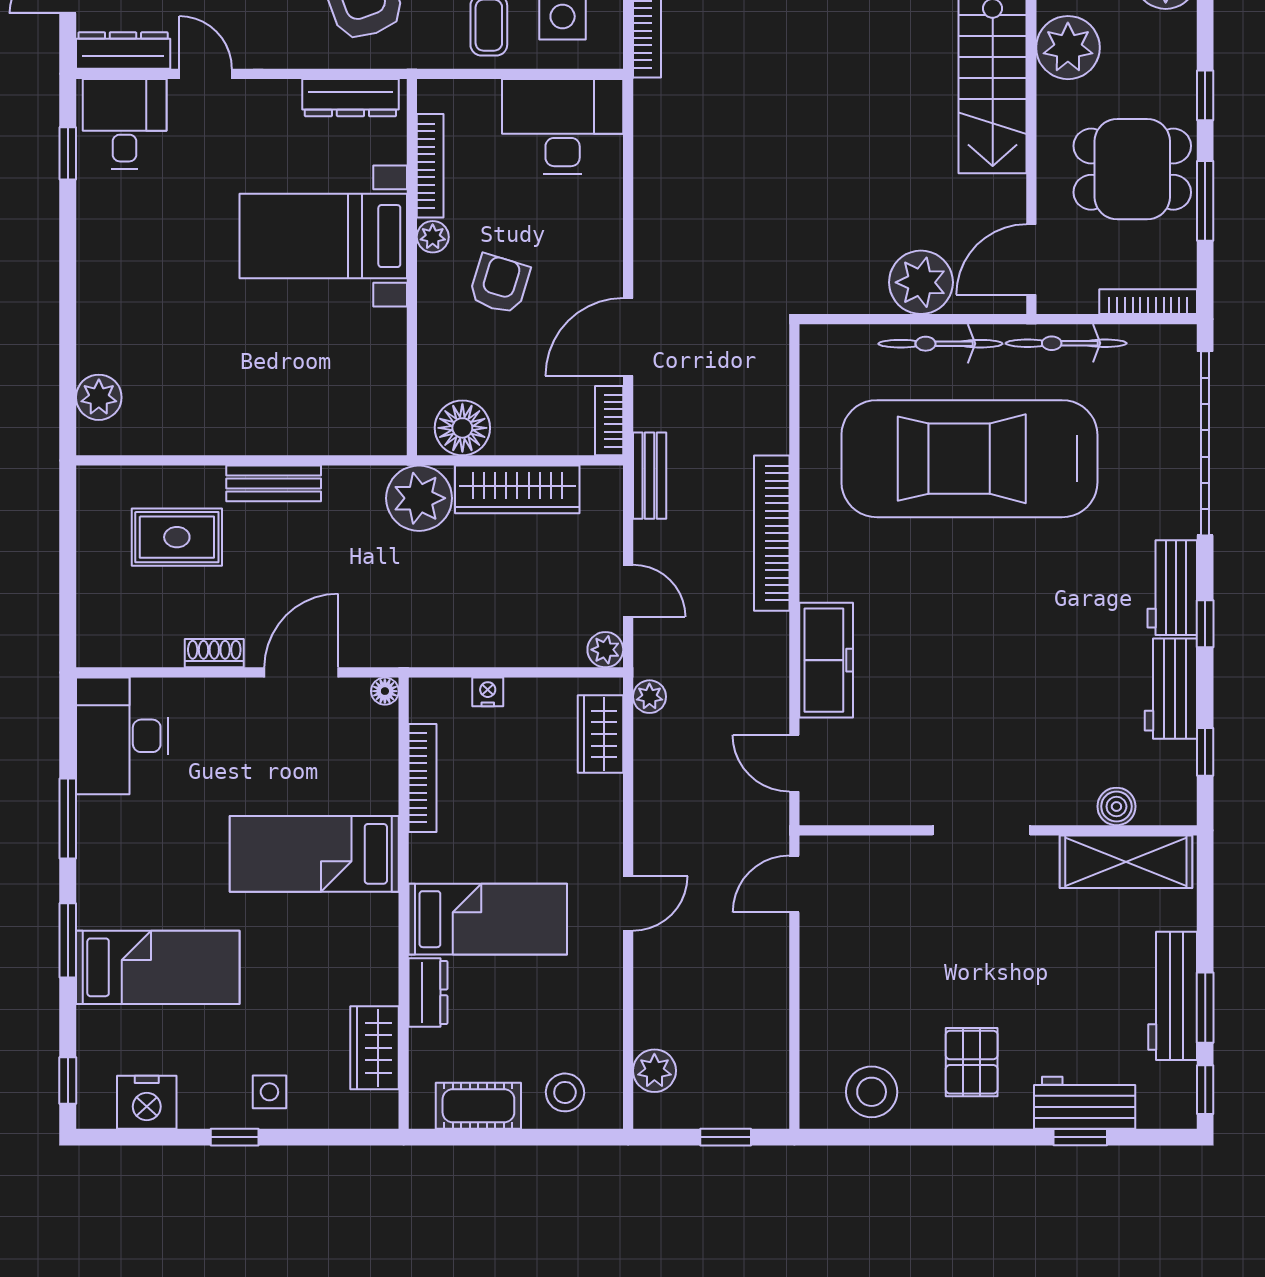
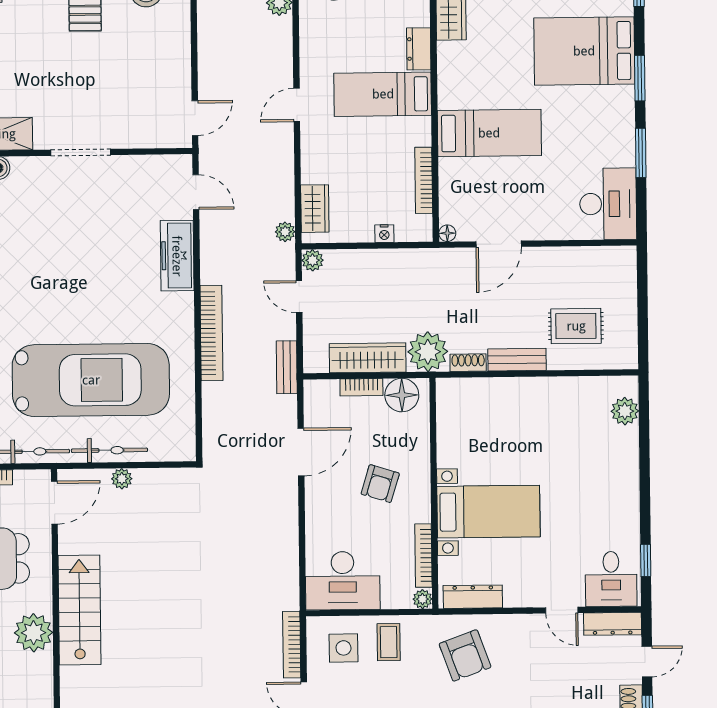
plant: (433, 237) -> (422, 599), moved
plant: (921, 282) -> (122, 479), width x0.53, depth x0.53
bookcase: (609, 421) -> (361, 387), moved, turned 90
shoe rack: (214, 653) -> (468, 363), moved, turned 180
bed: (158, 967) -> (584, 51), width x1.50

